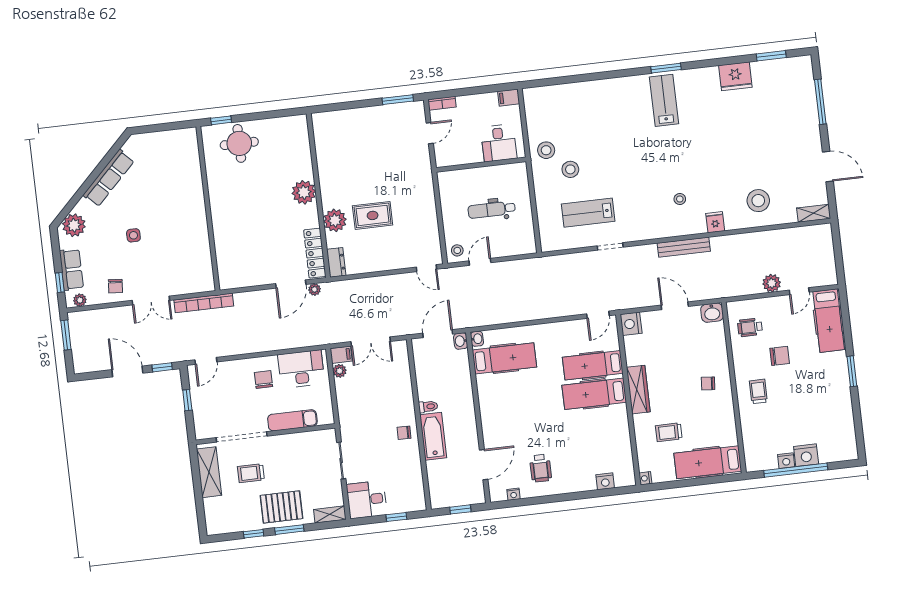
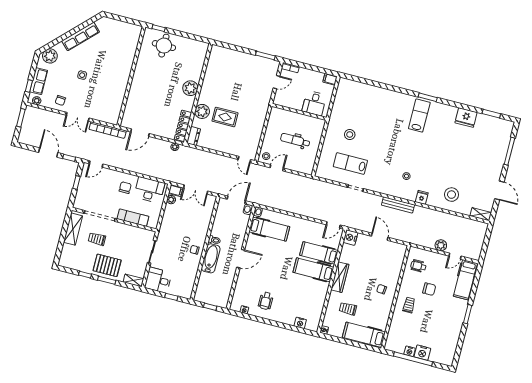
stool: (546, 150) -> (340, 118), removed
door: (291, 284) -> (140, 133), moved
washbasin: (712, 313) -> (400, 249), removed
door: (484, 465) -> (241, 259), moved

